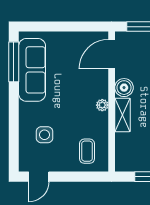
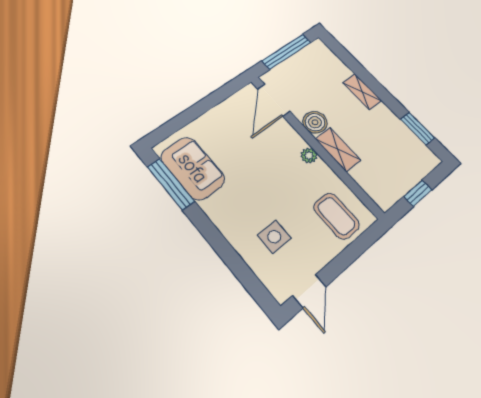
sofa: (32, 70) -> (193, 168), width x0.73
coffee table: (87, 151) -> (336, 216), width x1.36, depth x1.30

